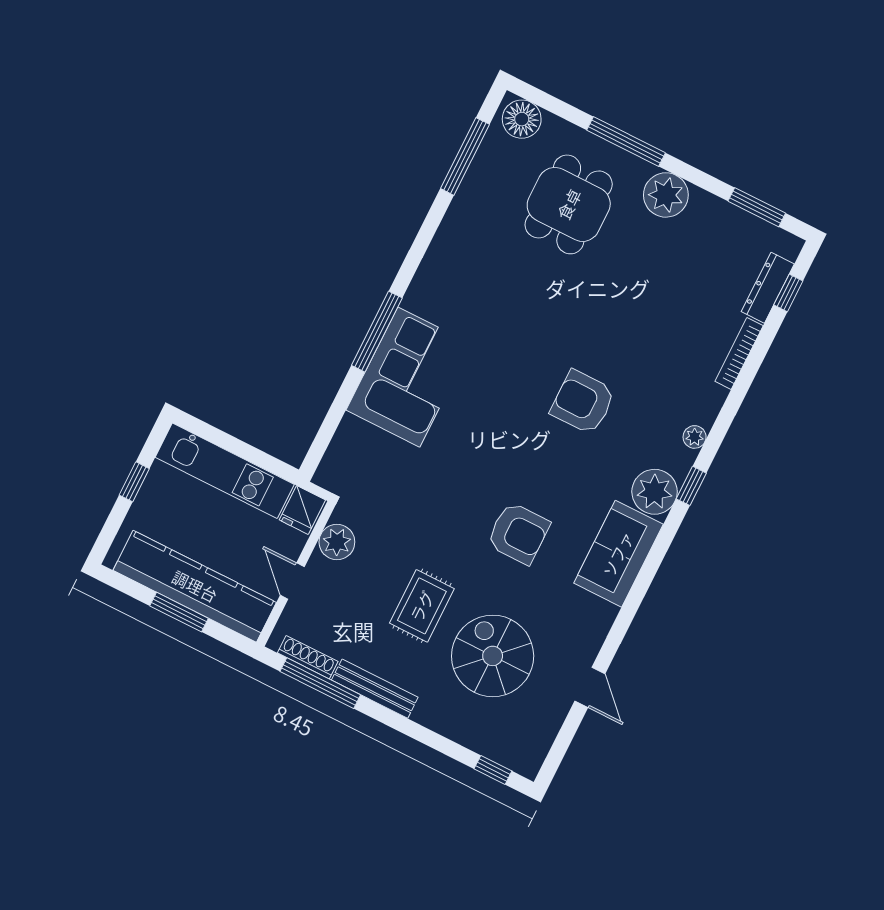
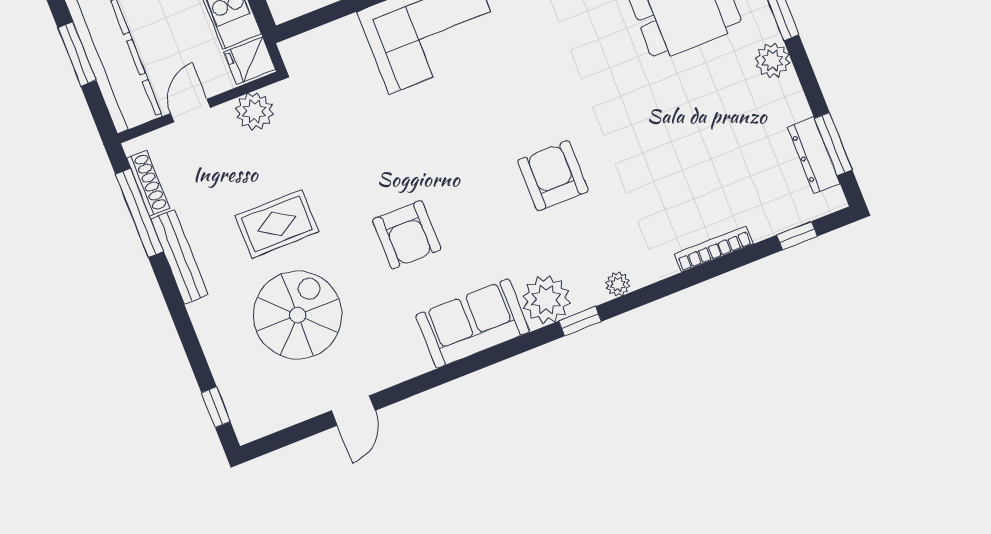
plant: (666, 195) -> (772, 60), width x0.73, depth x0.73
dresser: (768, 288) -> (814, 155), moved, turned -90

